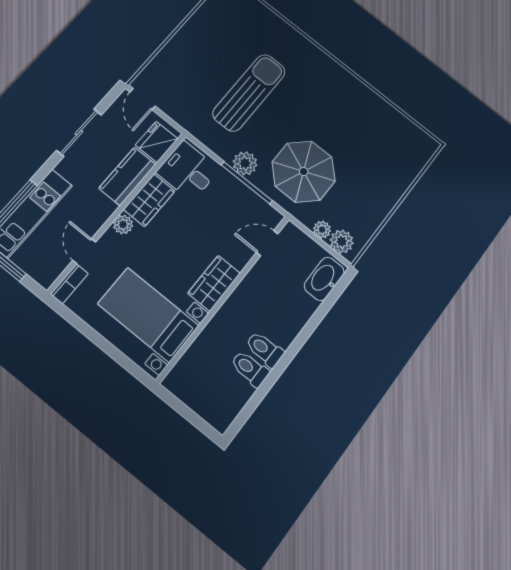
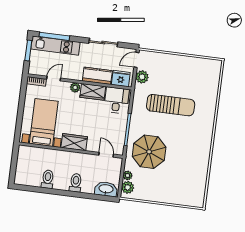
plant: (245, 163) -> (142, 77), moved
toilet: (265, 349) -> (76, 183), moved

